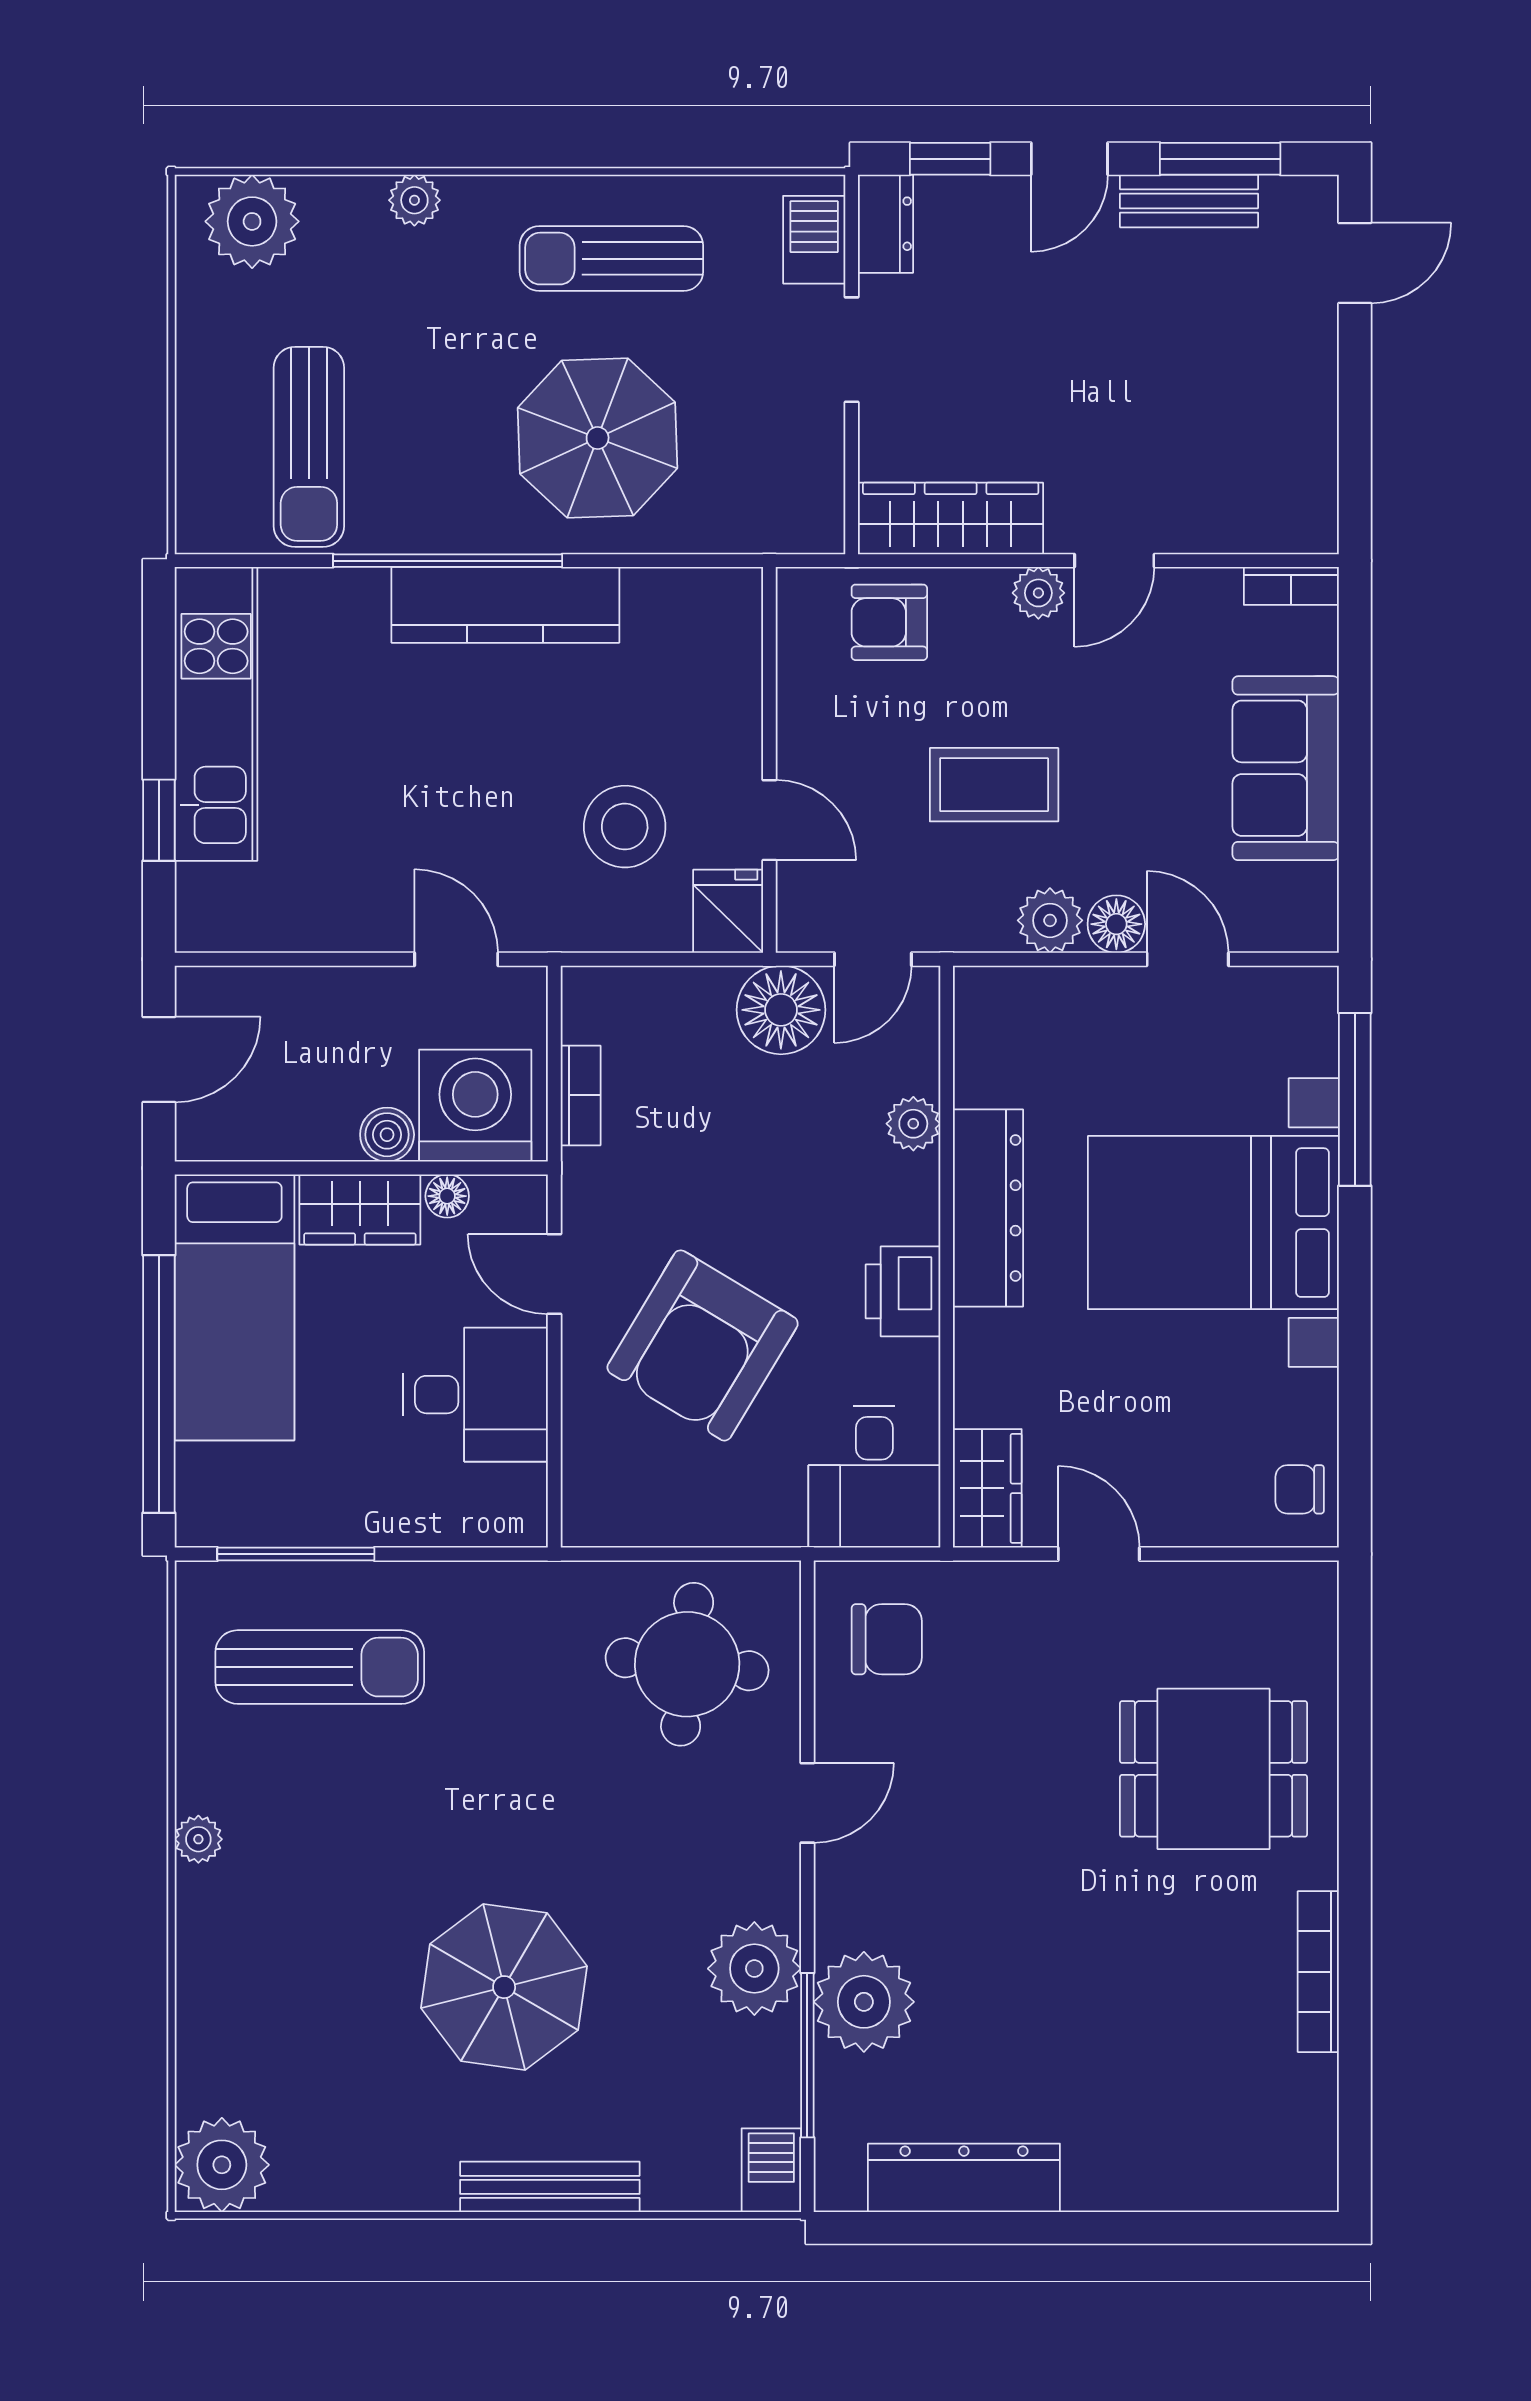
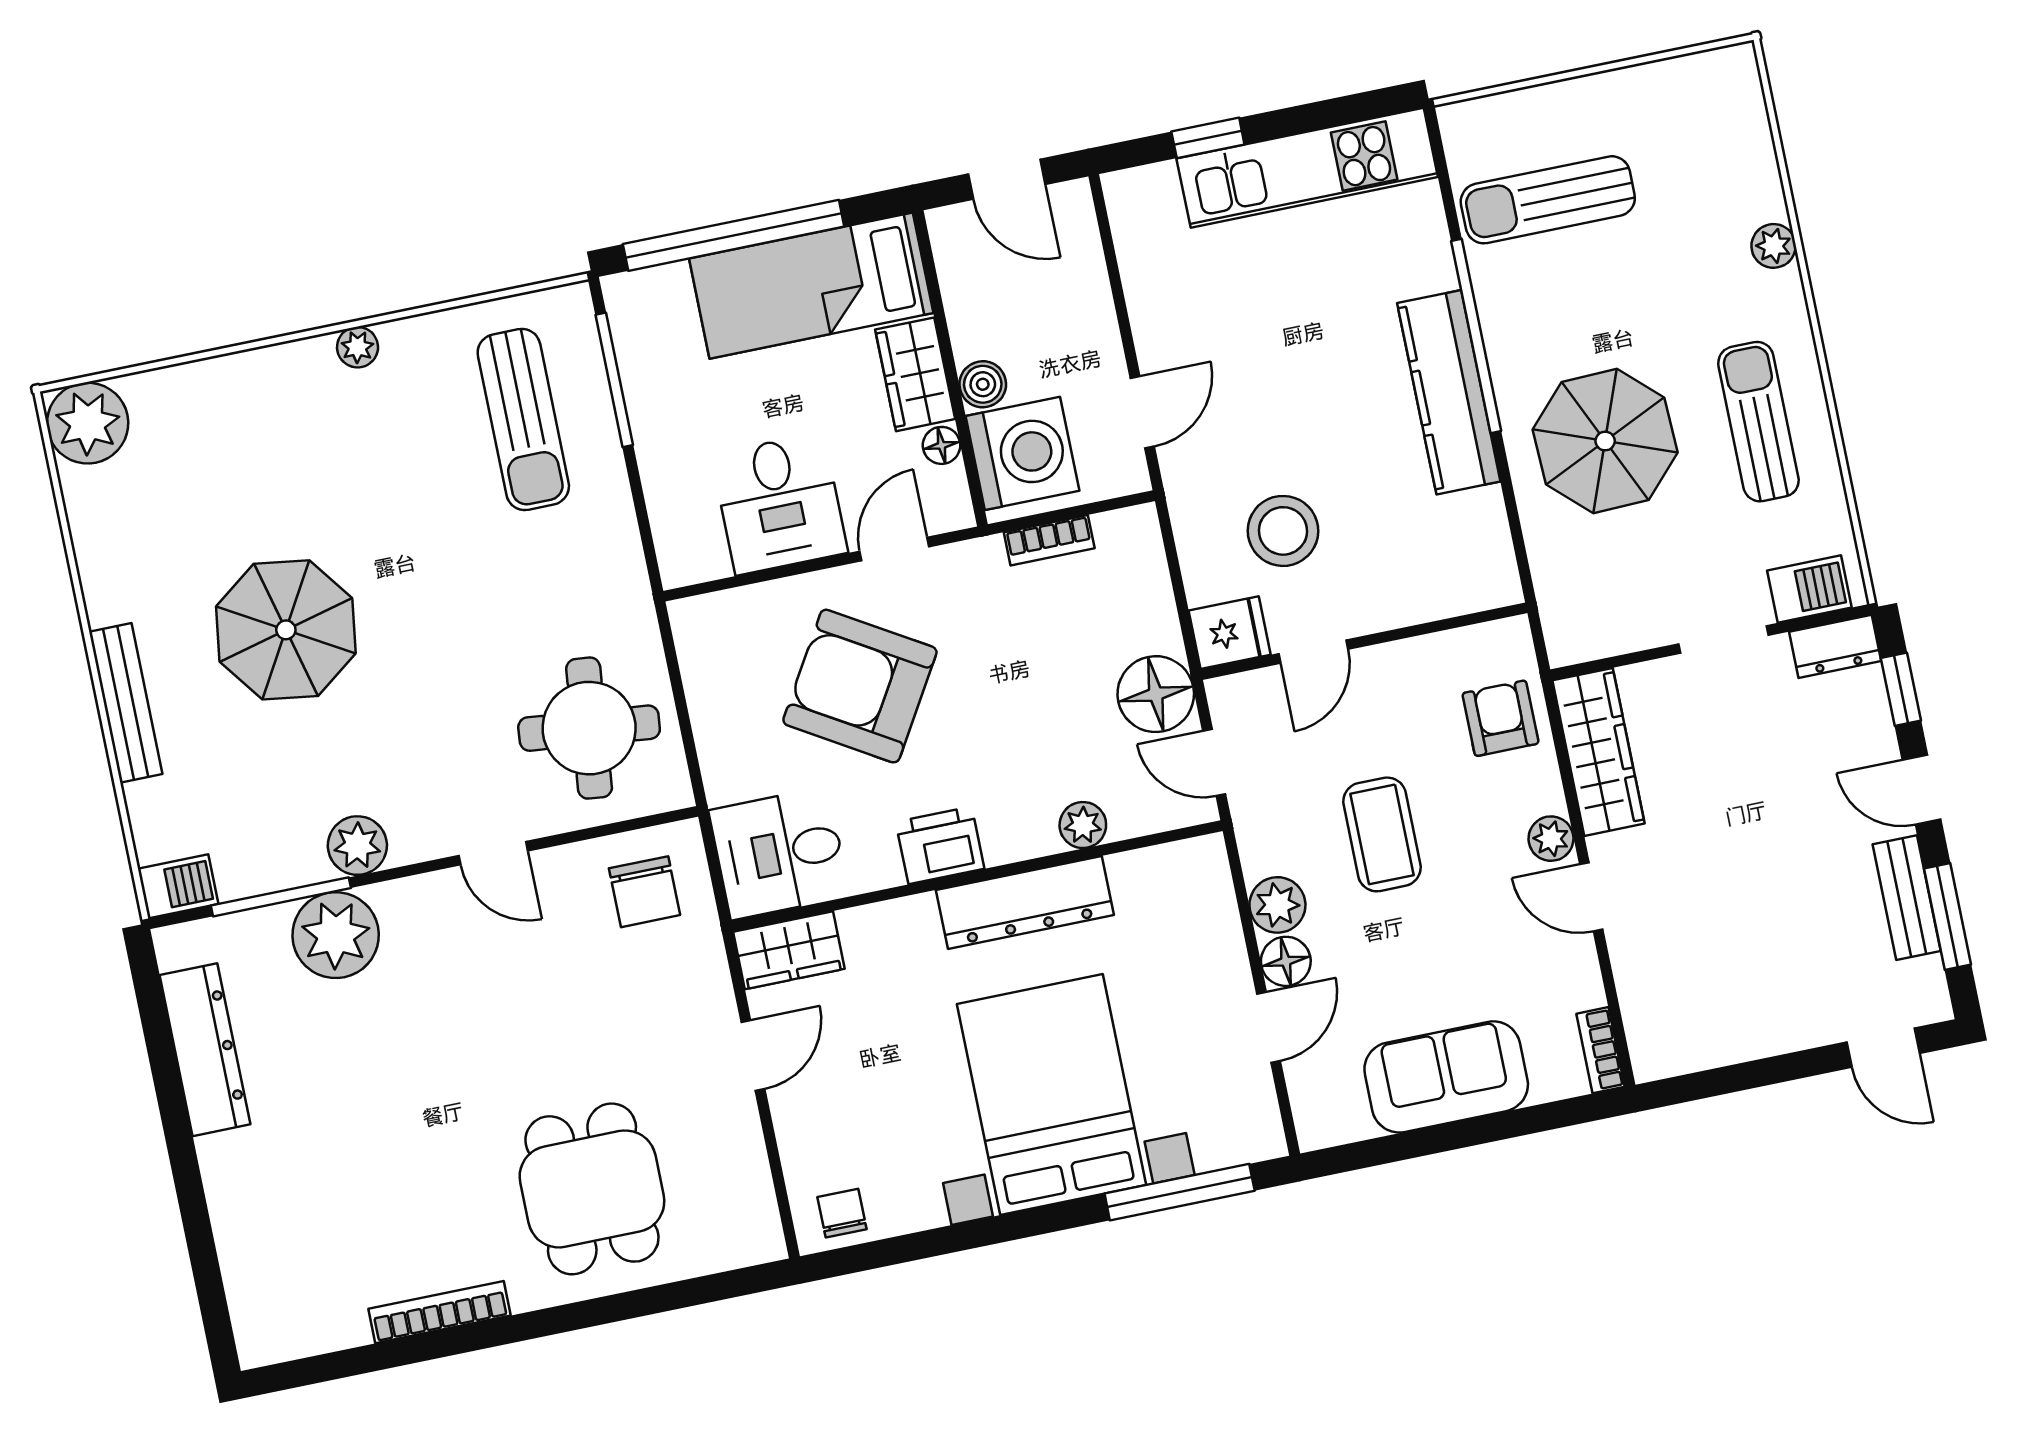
plant: (252, 221) -> (1728, 113), removed
plant: (754, 1969) -> (357, 846), width x0.73, depth x0.73

